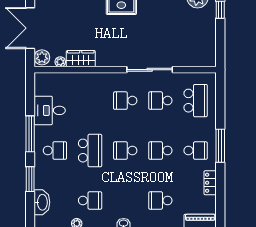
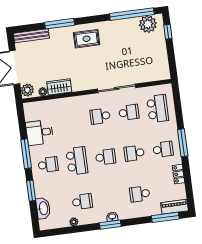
school desk: (160, 101) -> (129, 112), turned 180
school desk: (125, 151) -> (106, 157), turned 180

